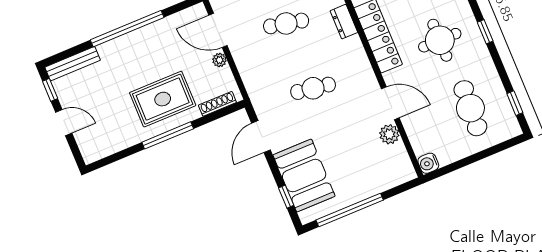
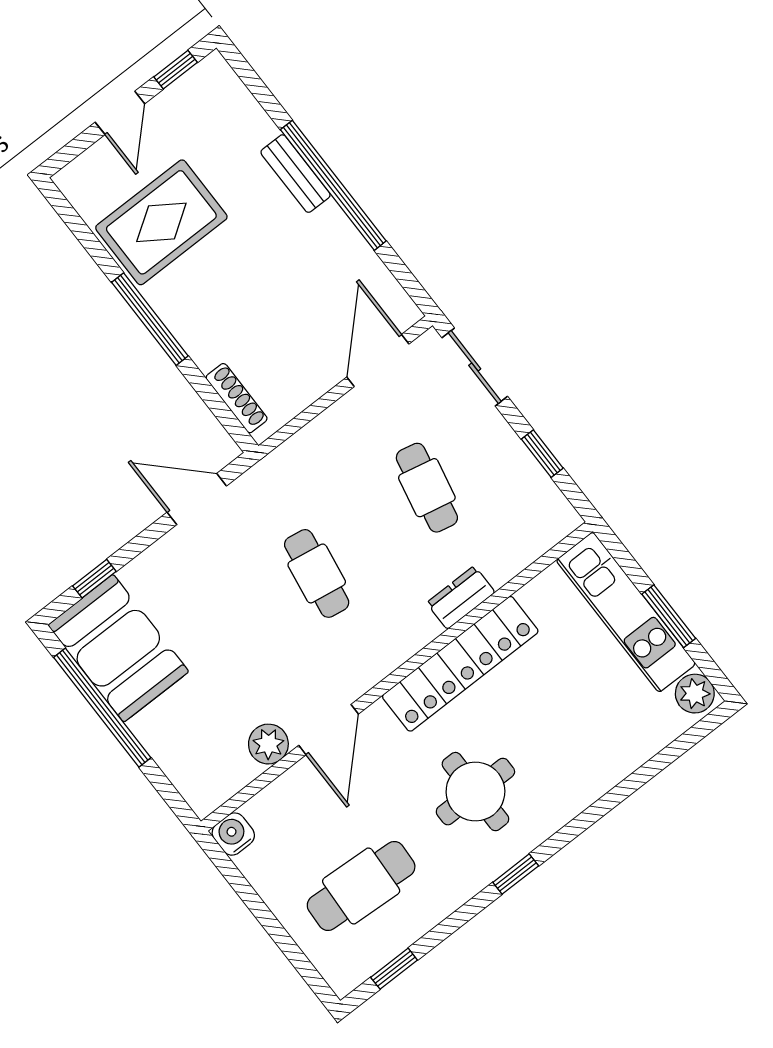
plant: (219, 60) -> (322, 379), removed
bench: (73, 64) -> (295, 174), moved, width x0.73
rug: (163, 99) -> (161, 222), moved, turned 90
booth: (304, 176) -> (118, 648), moved, turned 90

